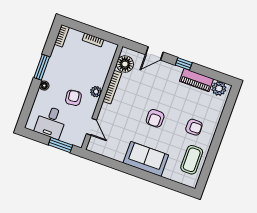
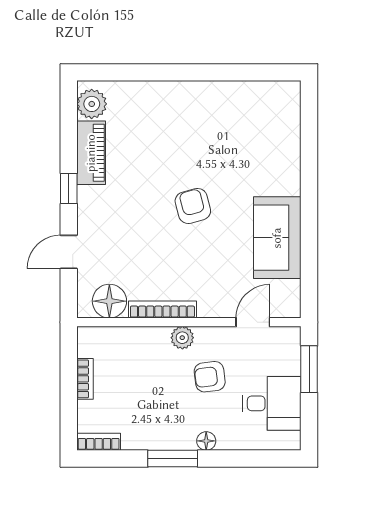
door: (154, 53) -> (69, 252), swing flipped
armchair: (155, 118) -> (193, 206), turned -105
armchair: (194, 127) -> (183, 125), removed
sofa: (146, 159) -> (277, 238), moved
coffee table: (192, 160) -> (247, 107), removed

